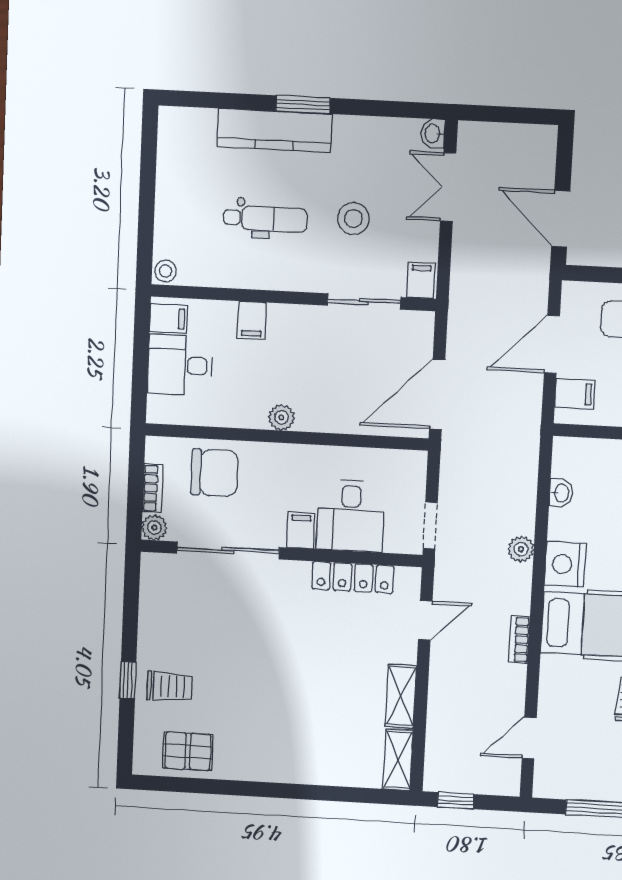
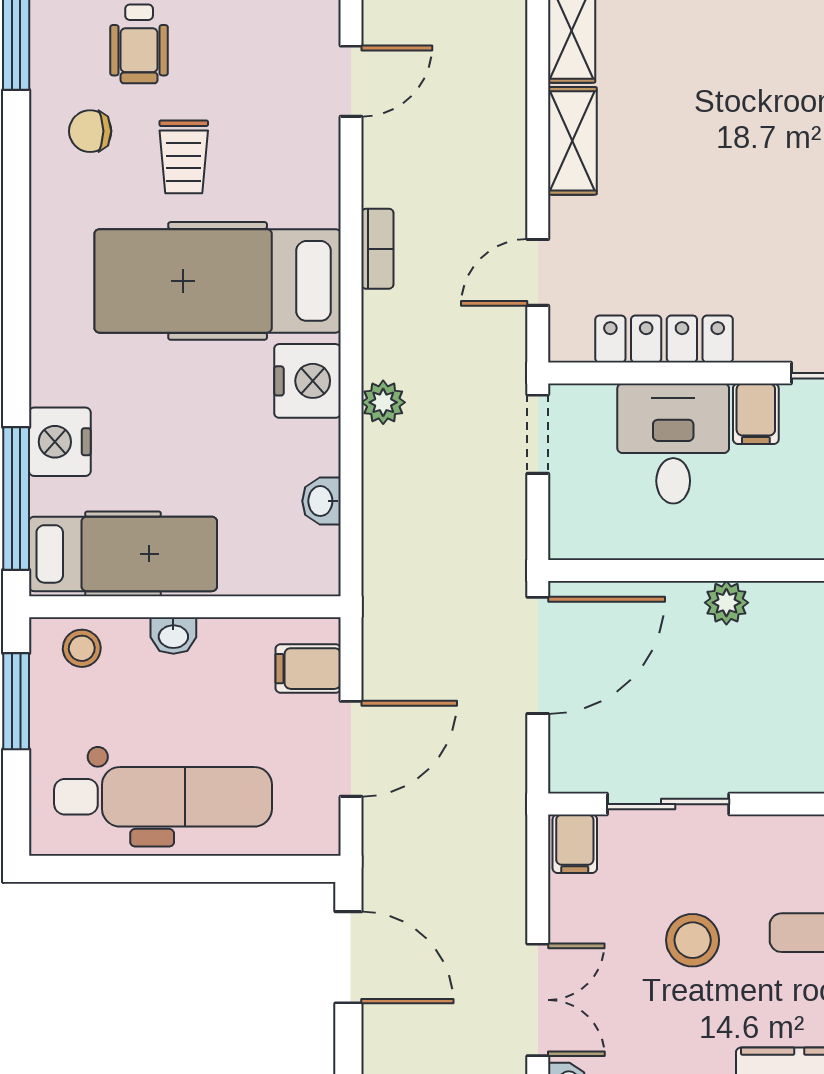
plant: (281, 418) -> (726, 603), moved

